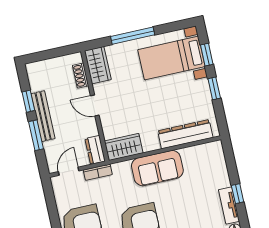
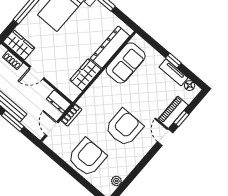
wardrobe: (124, 147) -> (85, 75), moved
sofa: (157, 168) -> (126, 63), moved

